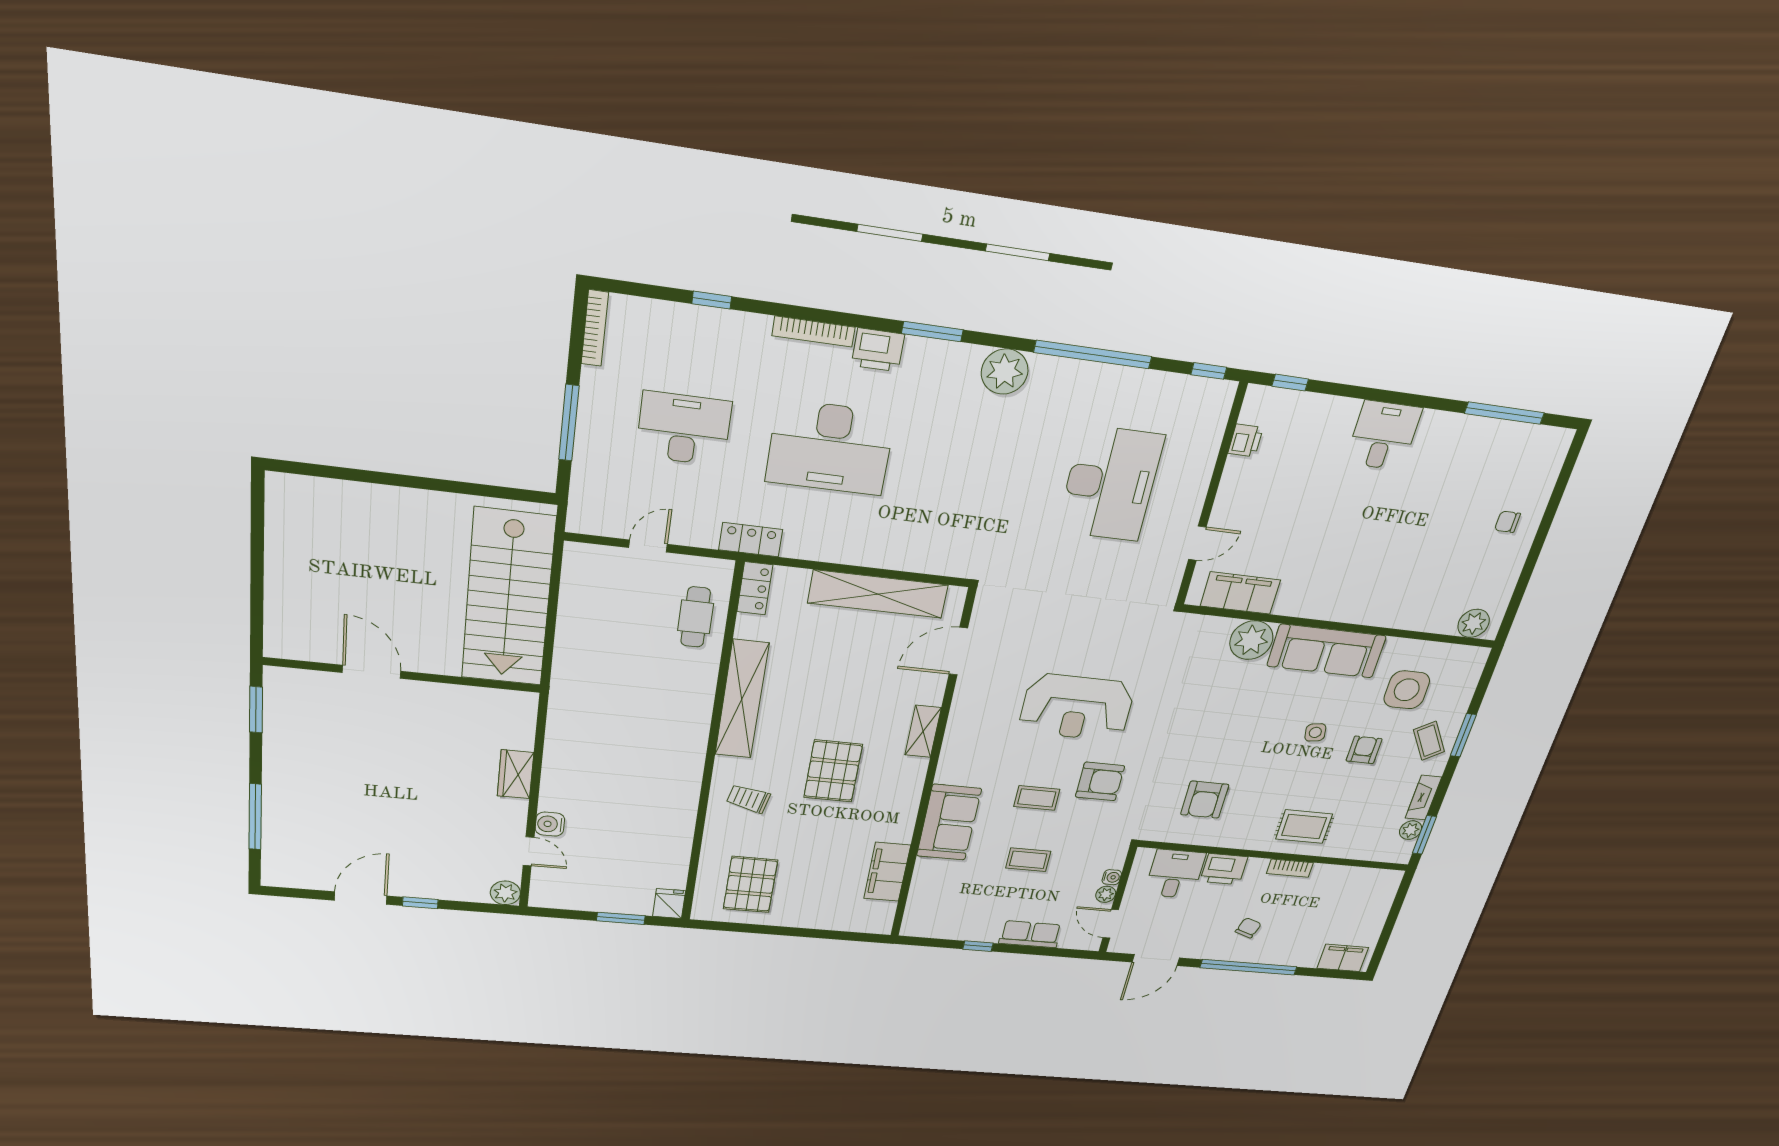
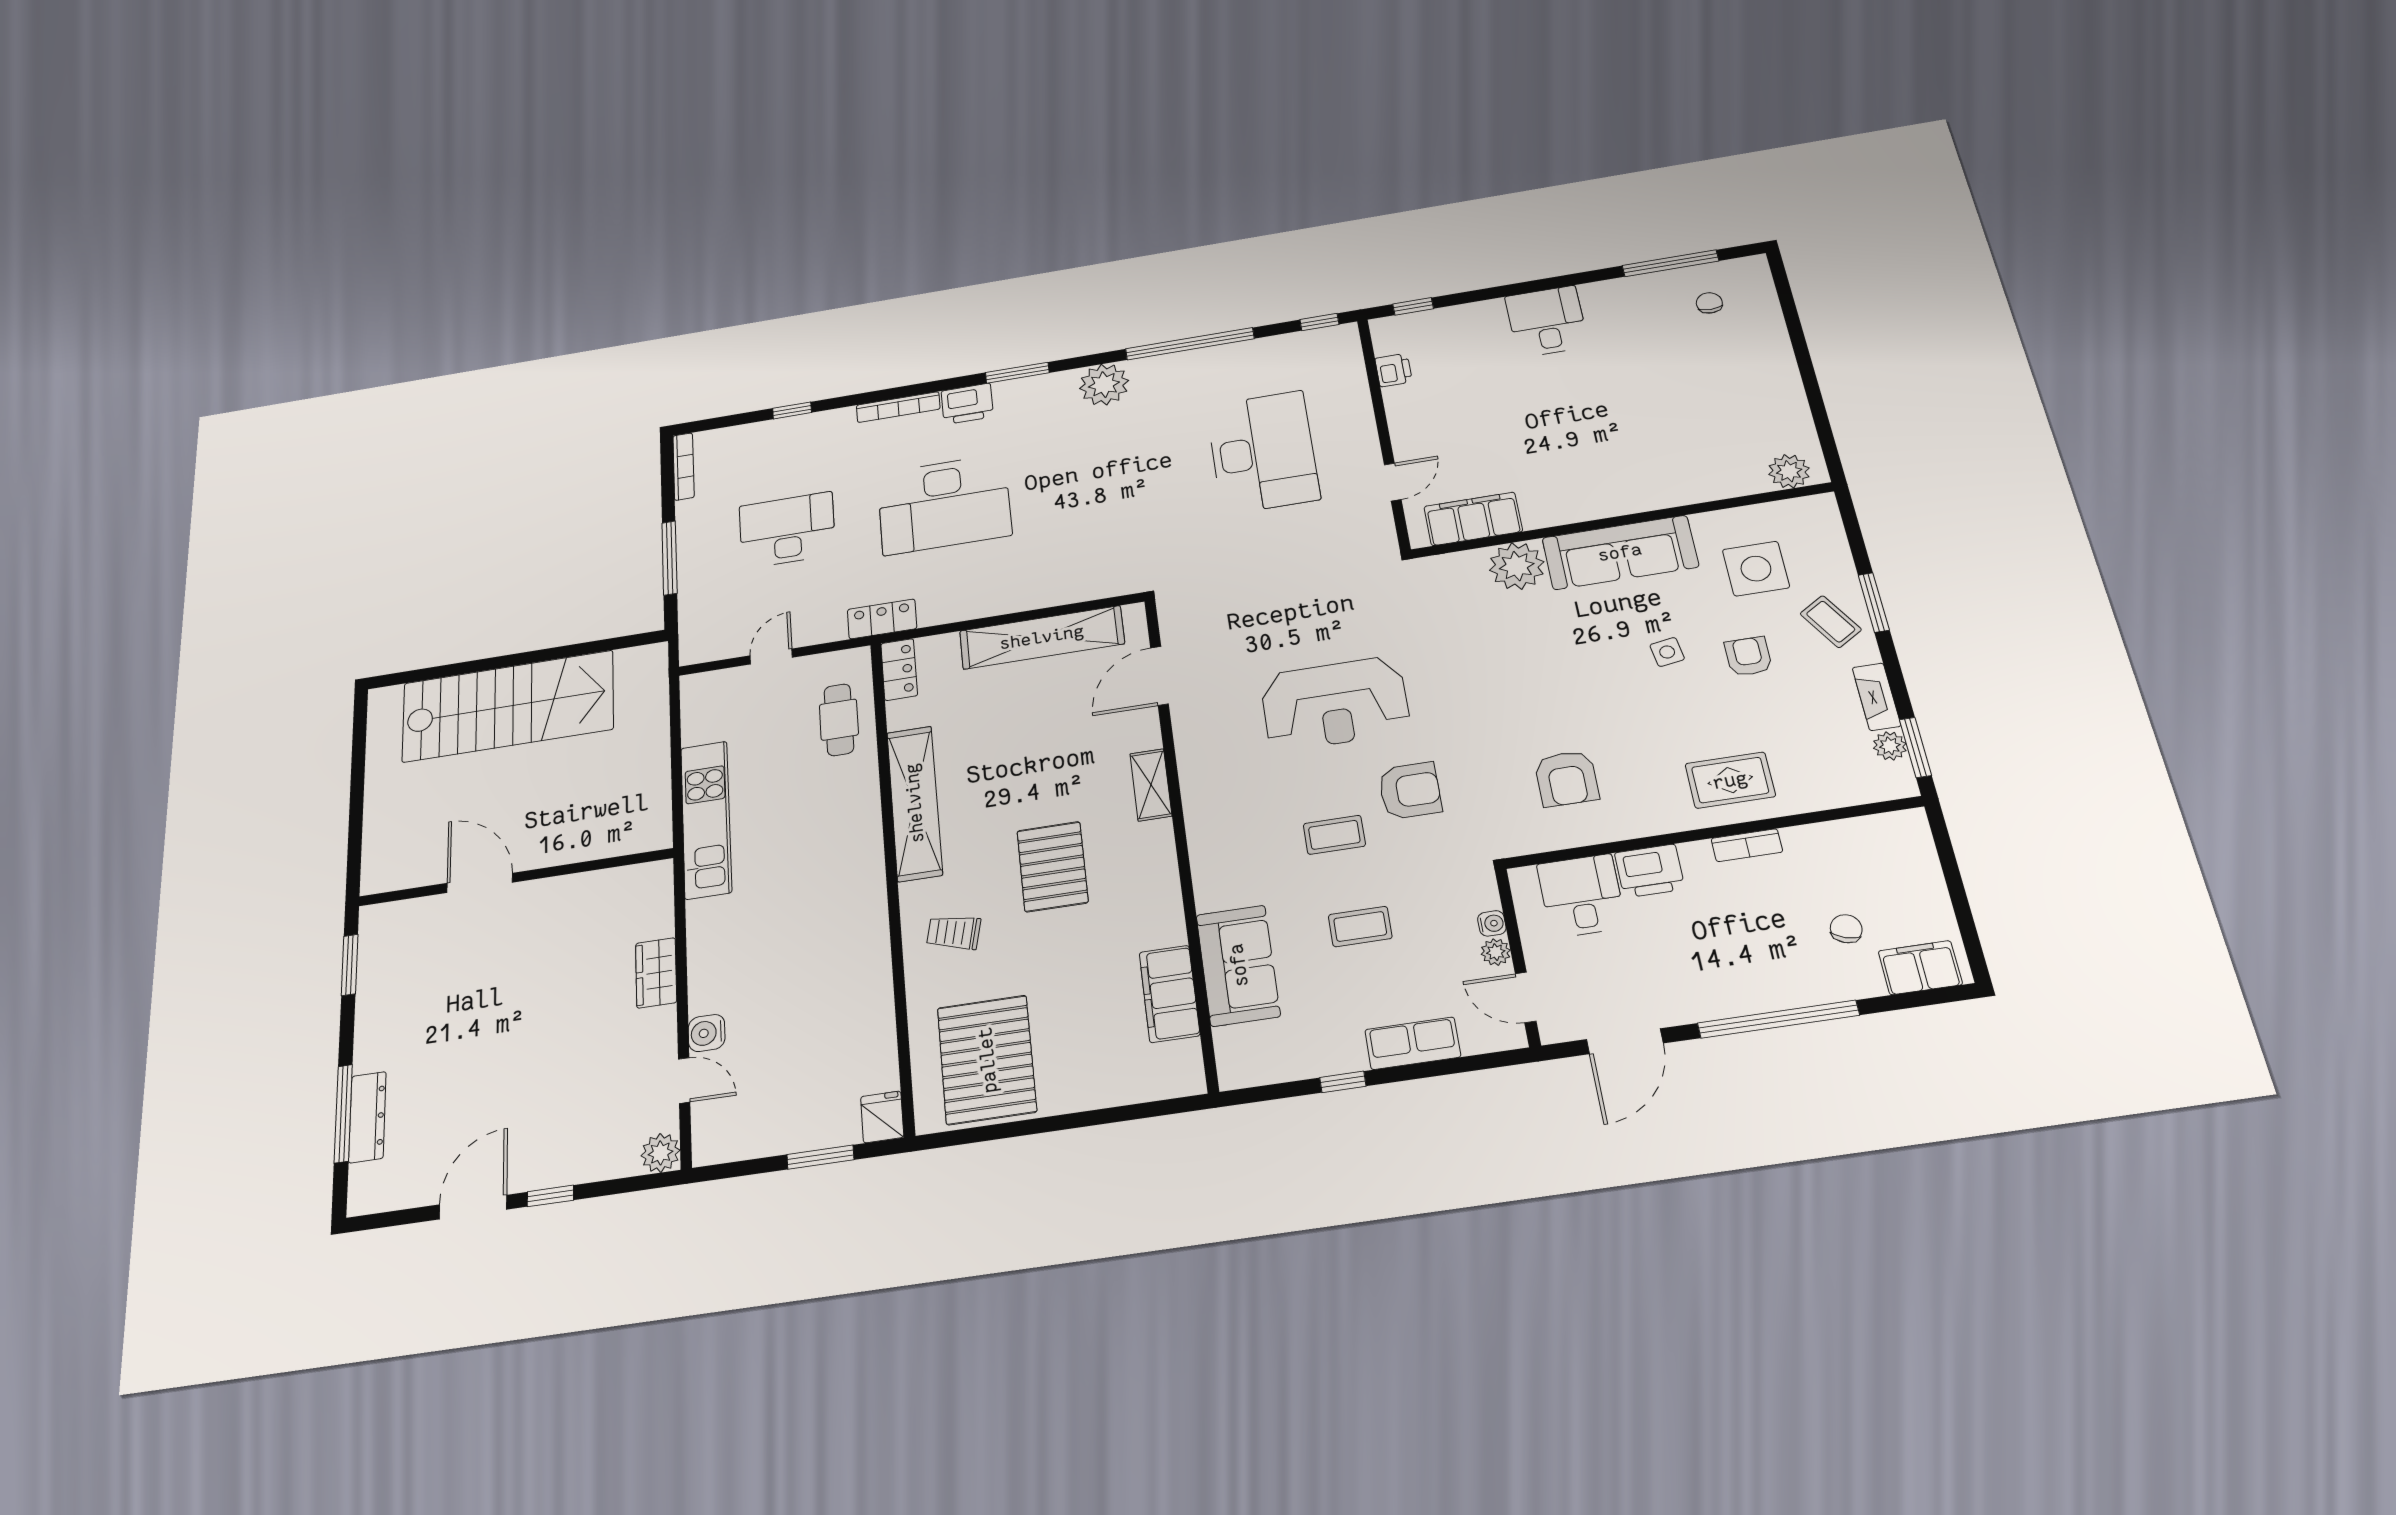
chair: (1508, 522) -> (1709, 303), moved, turned 90
stairs: (508, 598) -> (508, 706), moved, turned -90
kitchen unit: (571, 669) -> (706, 819), added
sofa: (949, 822) -> (1238, 965), moved
dresser: (275, 823) -> (367, 1117), added
pallet: (750, 884) -> (987, 1060), width x1.37, depth x1.41
chair: (1248, 928) -> (1846, 929), moved

